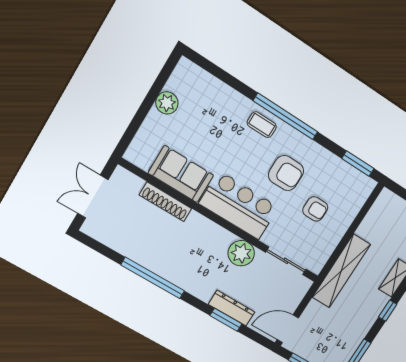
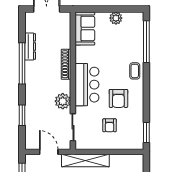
window: (286, 116) -> (146, 42), moved
sofa: (181, 174) -> (85, 29), moved
shoe rack: (165, 202) -> (66, 64), moved
dresser: (232, 308) -> (30, 47), moved
door: (288, 329) -> (49, 152), moved

